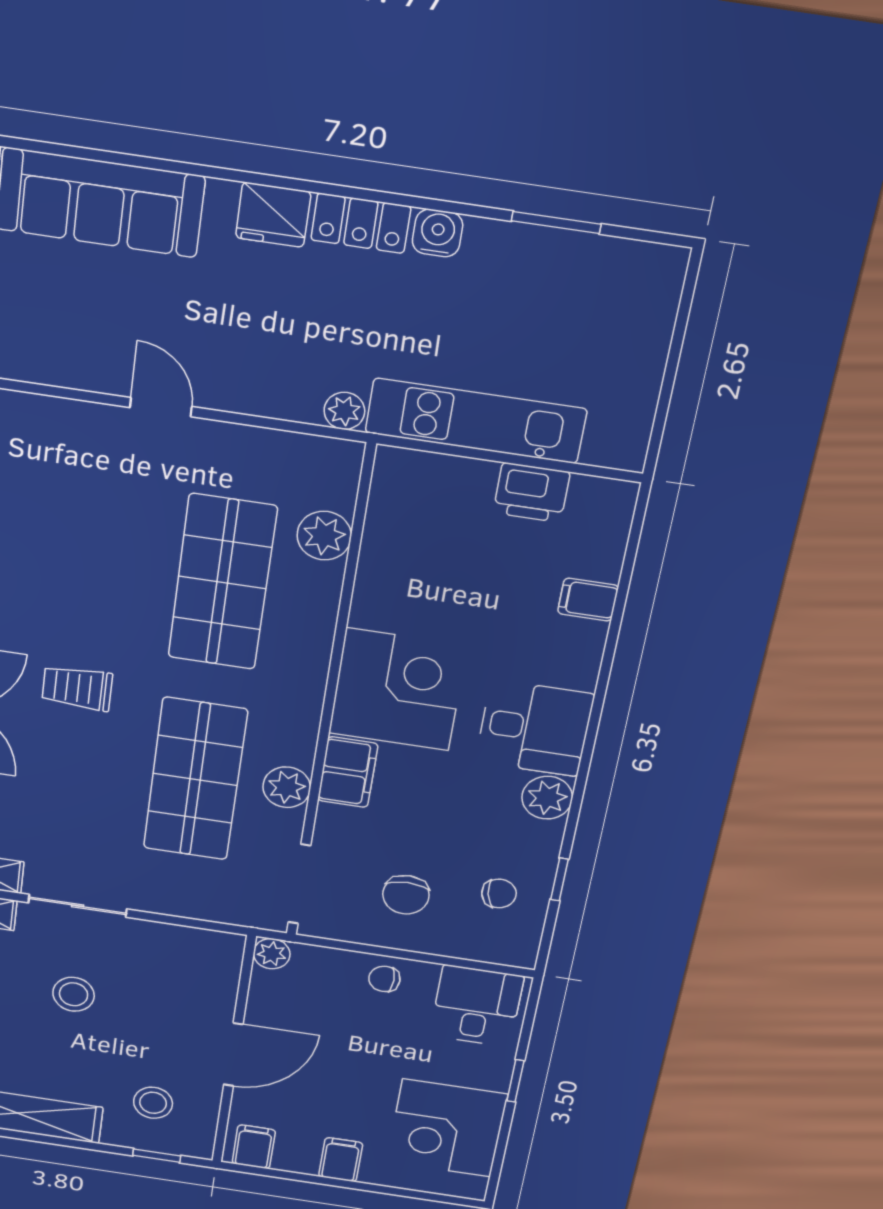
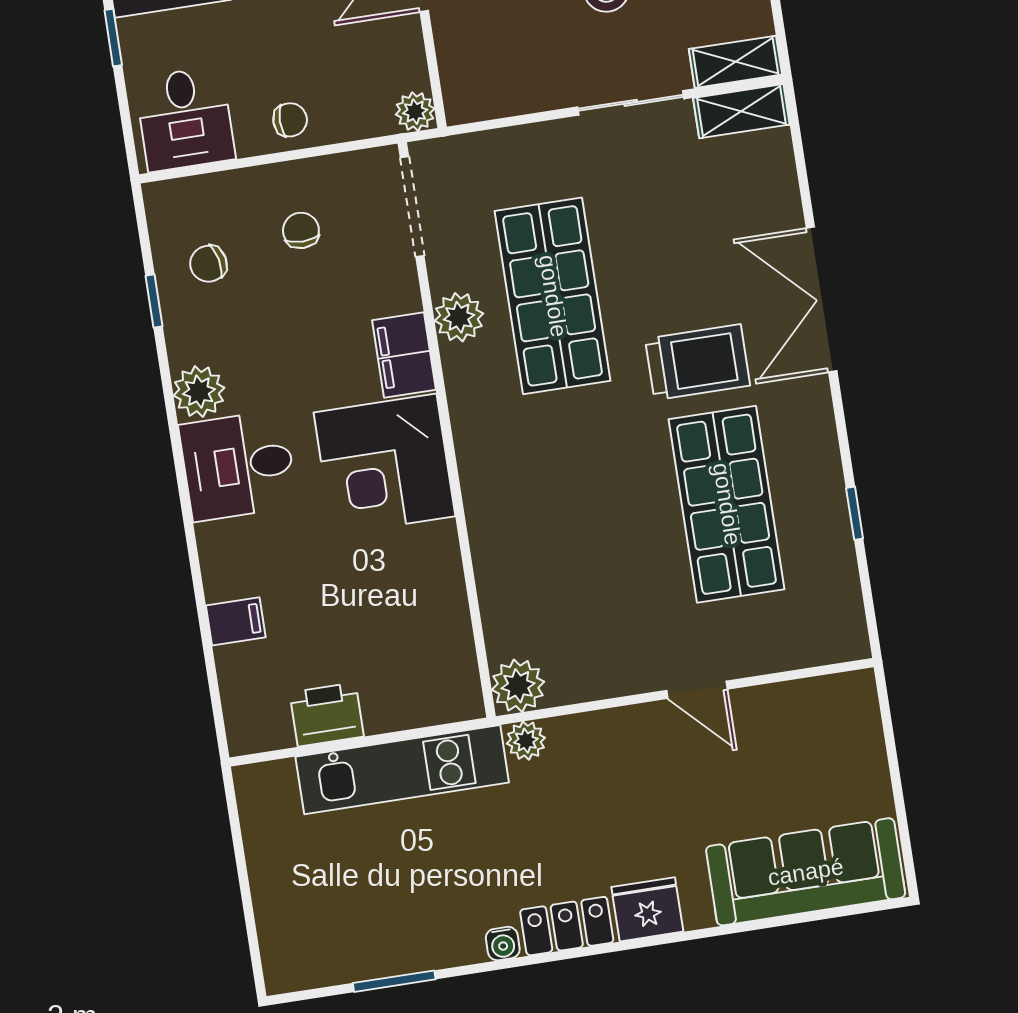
water cooler: (438, 233) -> (503, 944), width x0.72, depth x0.72
plant: (324, 536) -> (518, 686), moved
shop shelf: (222, 582) -> (727, 504), moved
trolley: (77, 688) -> (698, 362), width x1.36, depth x1.39
chair: (406, 895) -> (301, 230), width x0.73, depth x0.73

